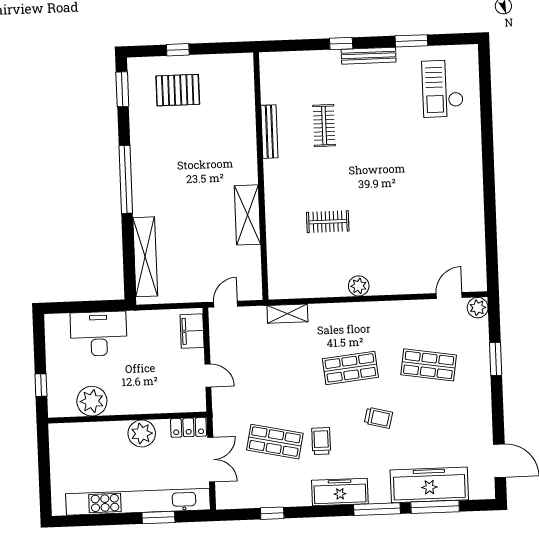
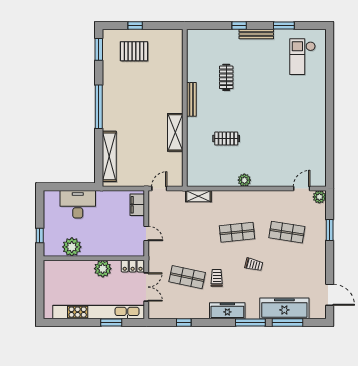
bench: (269, 132) -> (191, 99), moved

